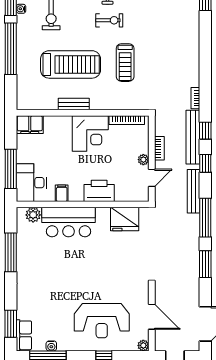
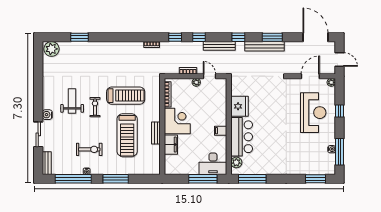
window: (11, 49) -> (116, 179), width x0.68
treadmill: (125, 63) -> (126, 96), width x1.37, depth x1.38
treadmill: (71, 64) -> (127, 135), turned 180
filing cabinet: (30, 125) -> (171, 145), moved
bench: (193, 137) -> (265, 46), moved
printer: (99, 191) -> (219, 114), removed
filing cabinet: (62, 193) -> (221, 131), moved
window: (205, 218) -> (238, 37), width x0.46
fridge: (125, 219) -> (239, 106), moved
window: (11, 252) -> (252, 179), moved
row of seats: (24, 335) -> (324, 169), removed

